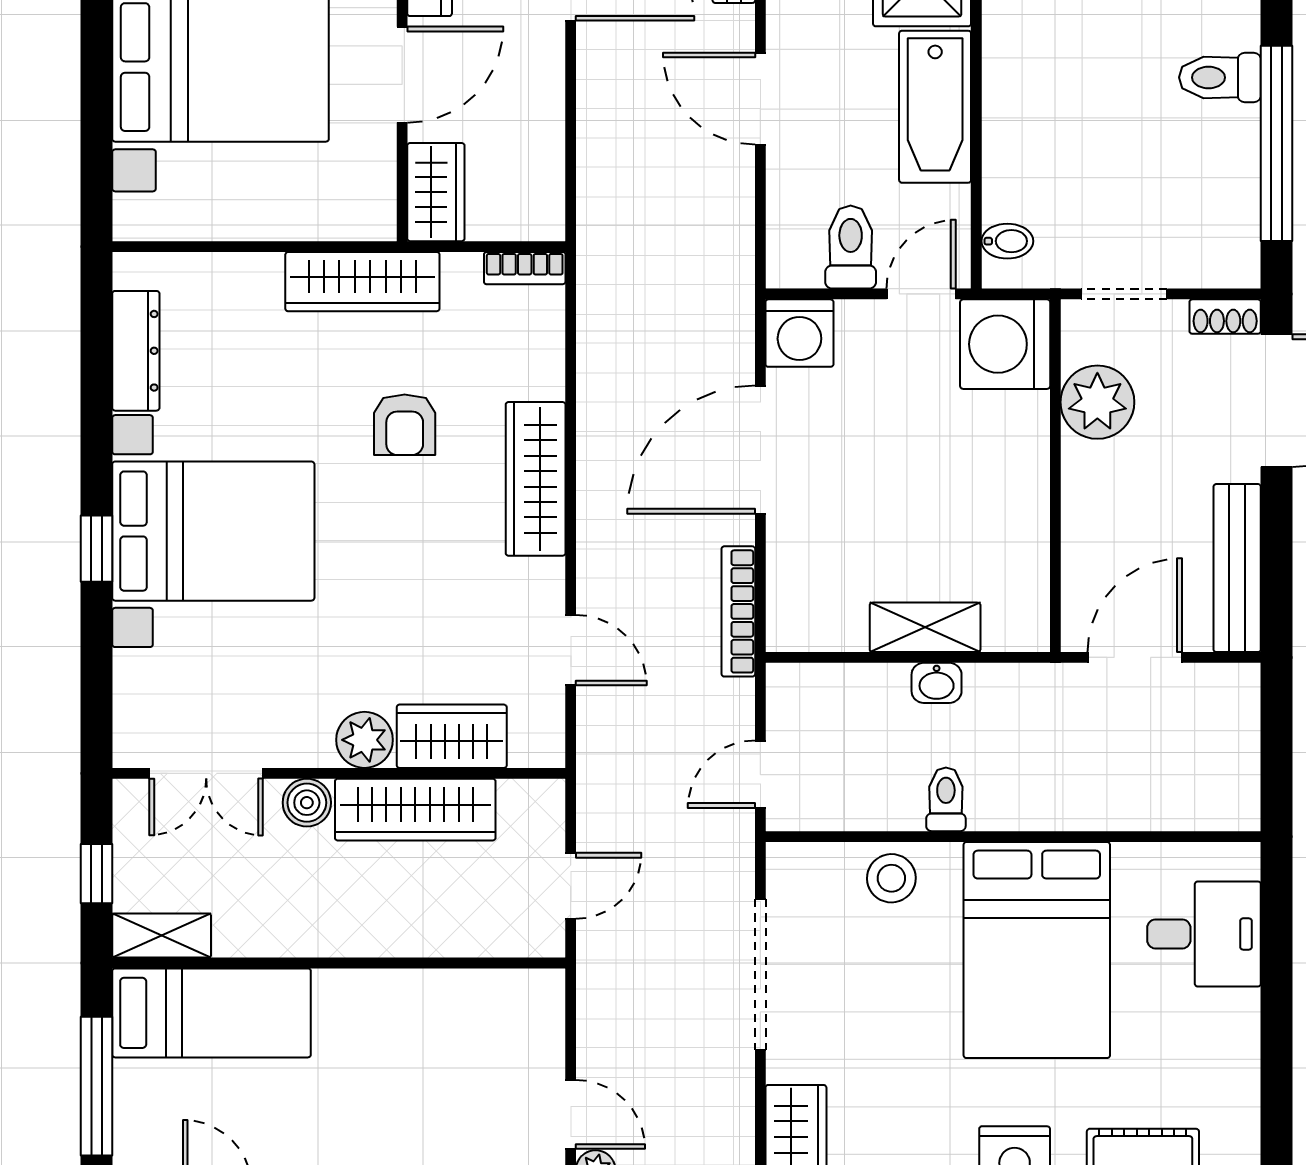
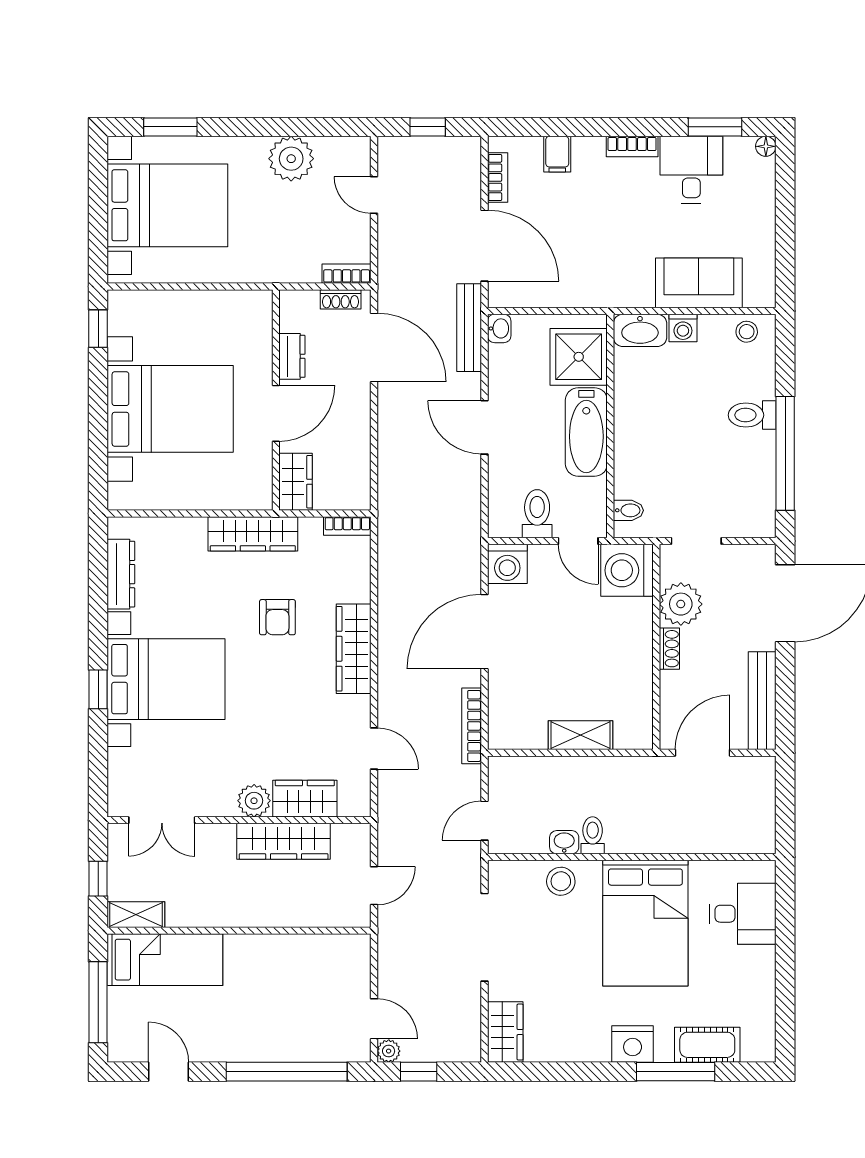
door: (921, 294) -> (578, 541), swing flipped
shoe rack: (1225, 317) -> (669, 649), moved, turned -90
washbasin: (937, 683) -> (564, 842), moved, turned 180
boiler: (307, 803) -> (220, 837), removed

